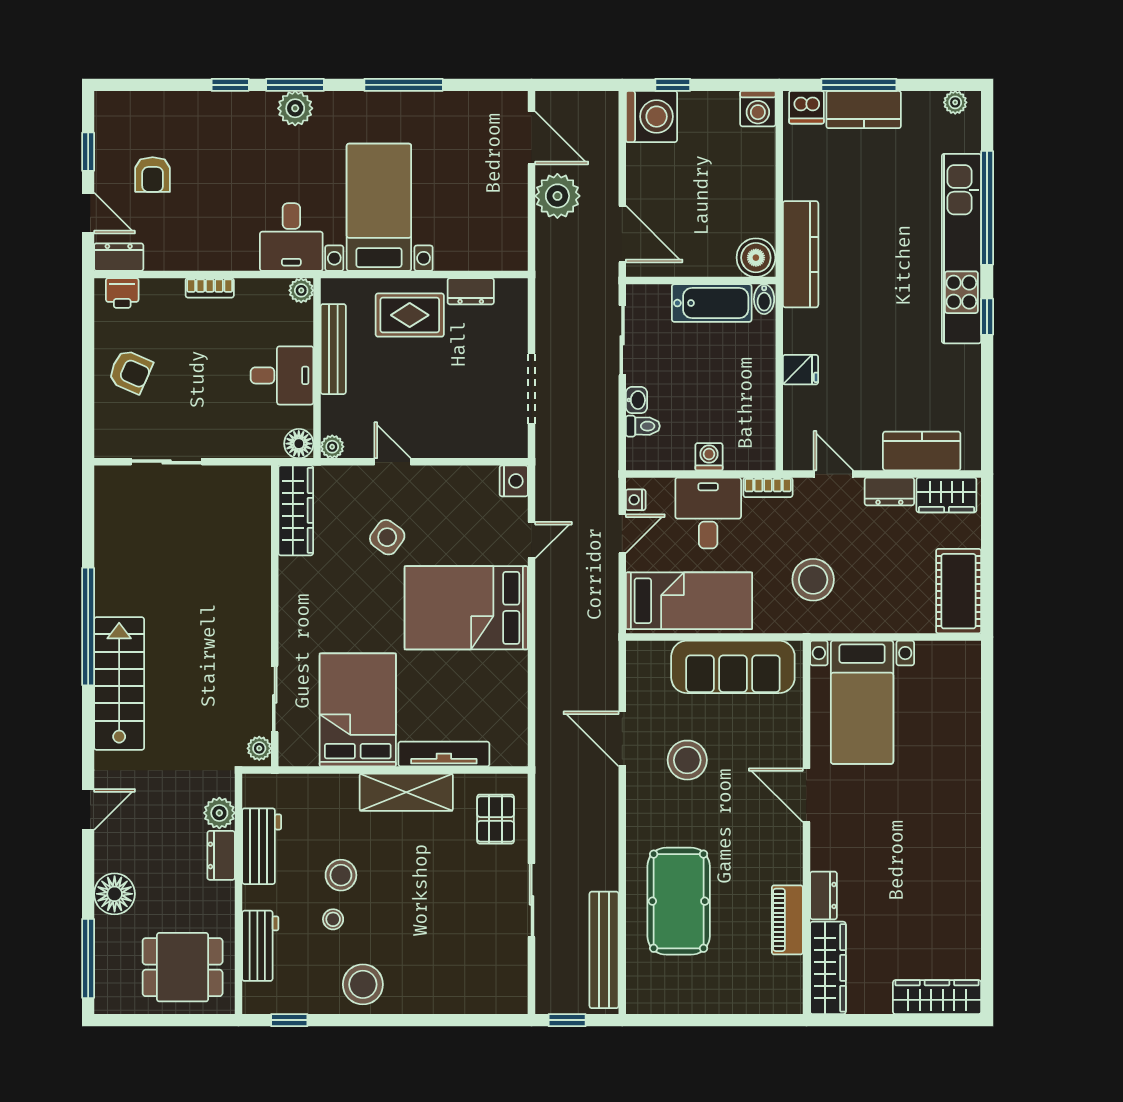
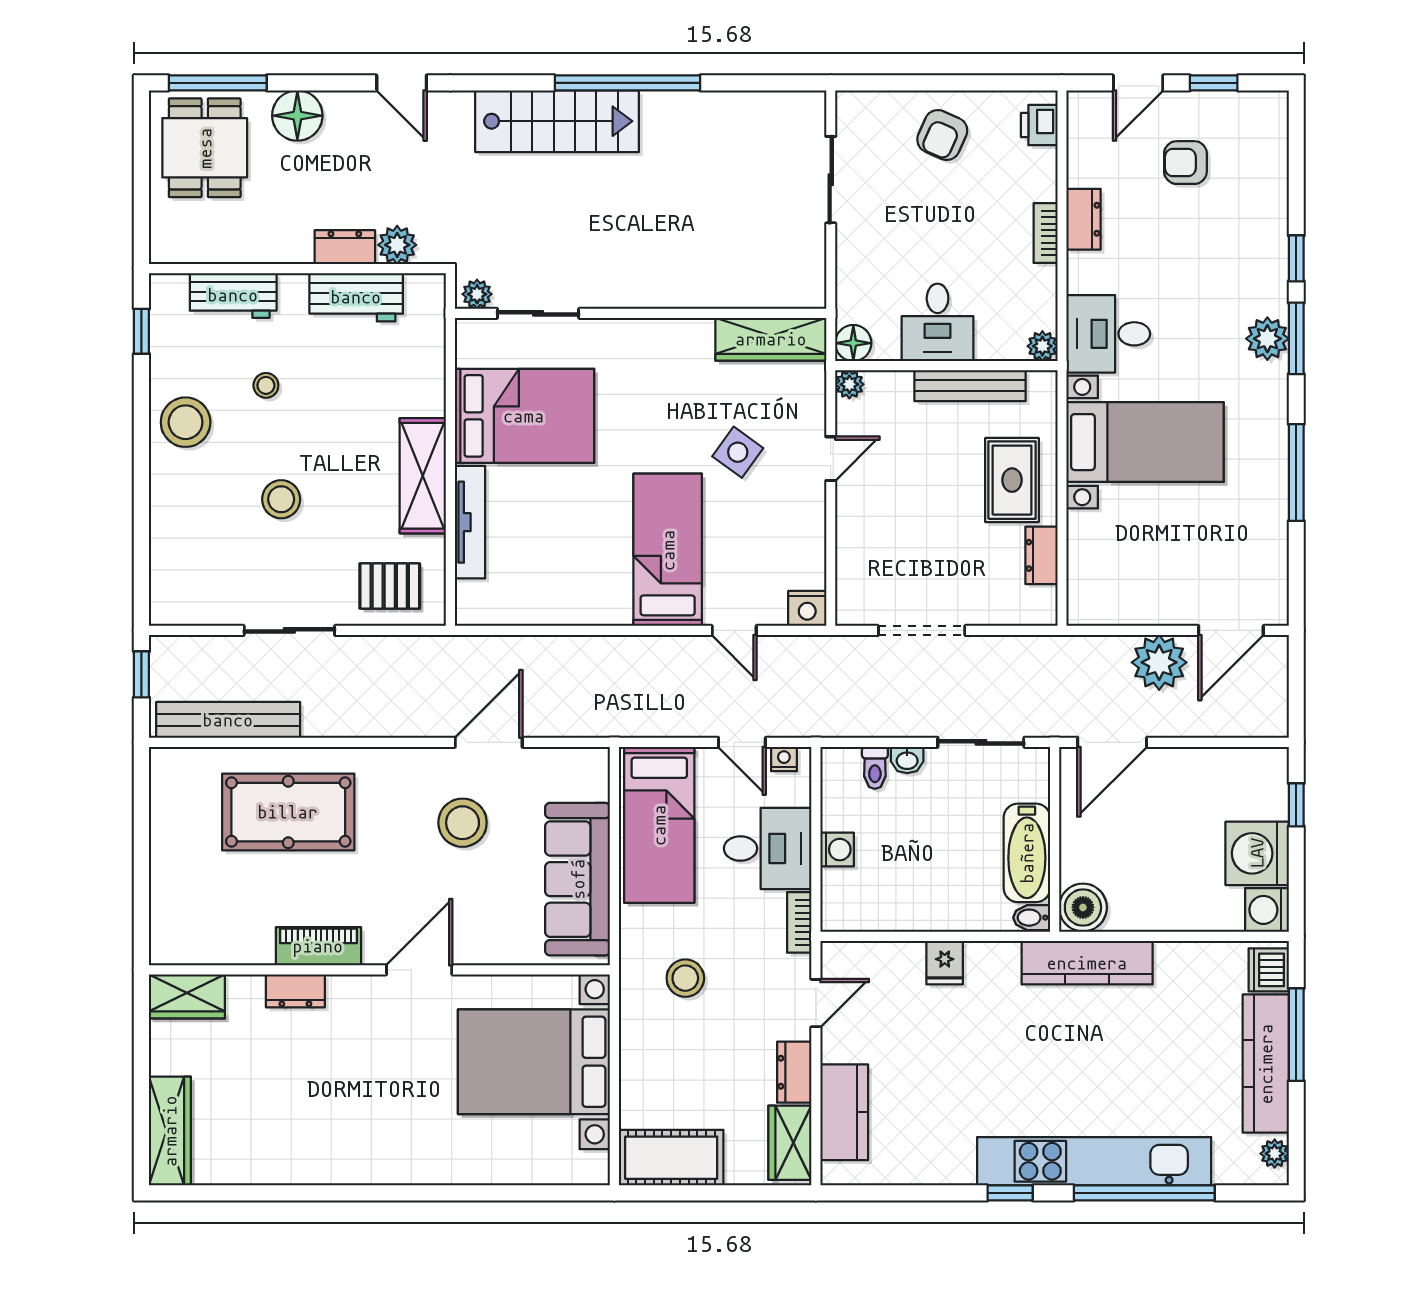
kitchen counter: (864, 110) -> (1266, 1064), width x1.50
washing machine: (651, 117) -> (1257, 853), moved, turned 90
dresser: (119, 257) -> (1084, 219), moved
stool: (813, 580) -> (685, 978), width x0.73, depth x0.73
bed: (466, 608) -> (668, 550), width x0.67
bed with nightstands: (862, 702) -> (534, 1062), width x1.36
stool: (341, 875) -> (281, 499), moved
piano: (787, 920) -> (318, 946), moved
dining table: (183, 967) -> (205, 148), moved
wardrobe: (828, 968) -> (187, 996), width x0.67

